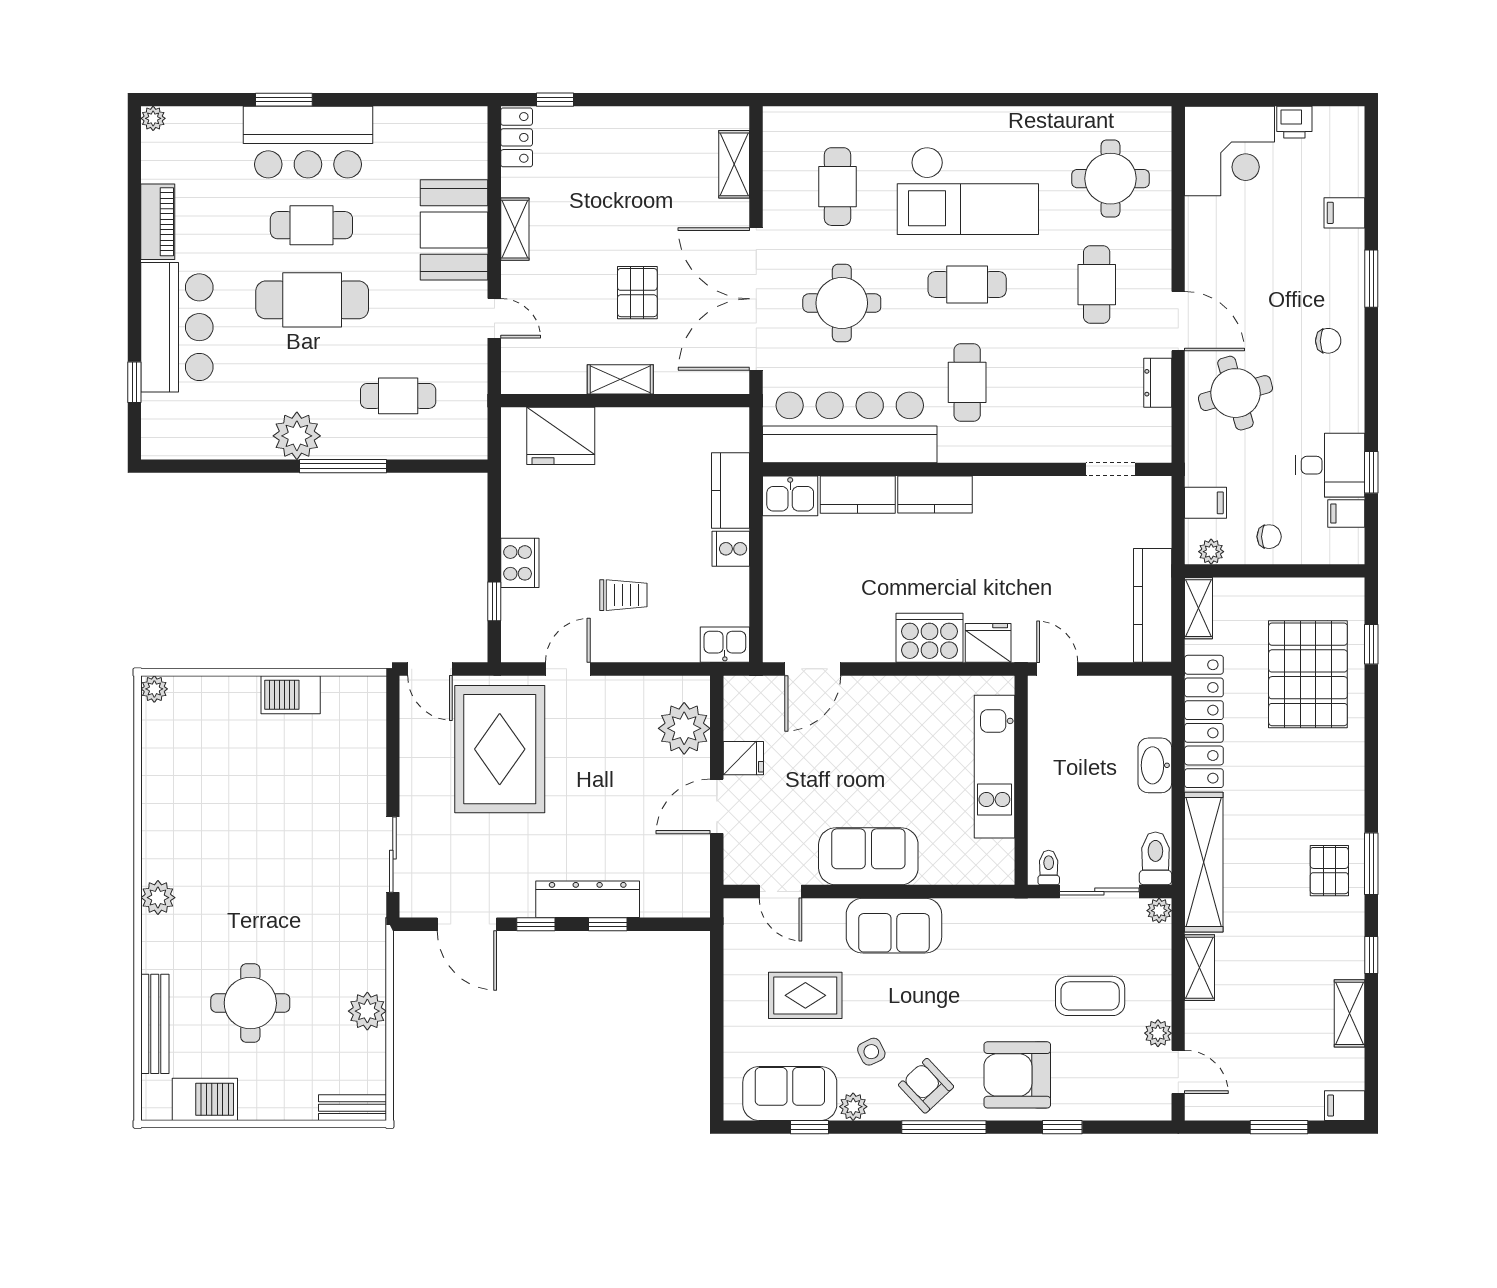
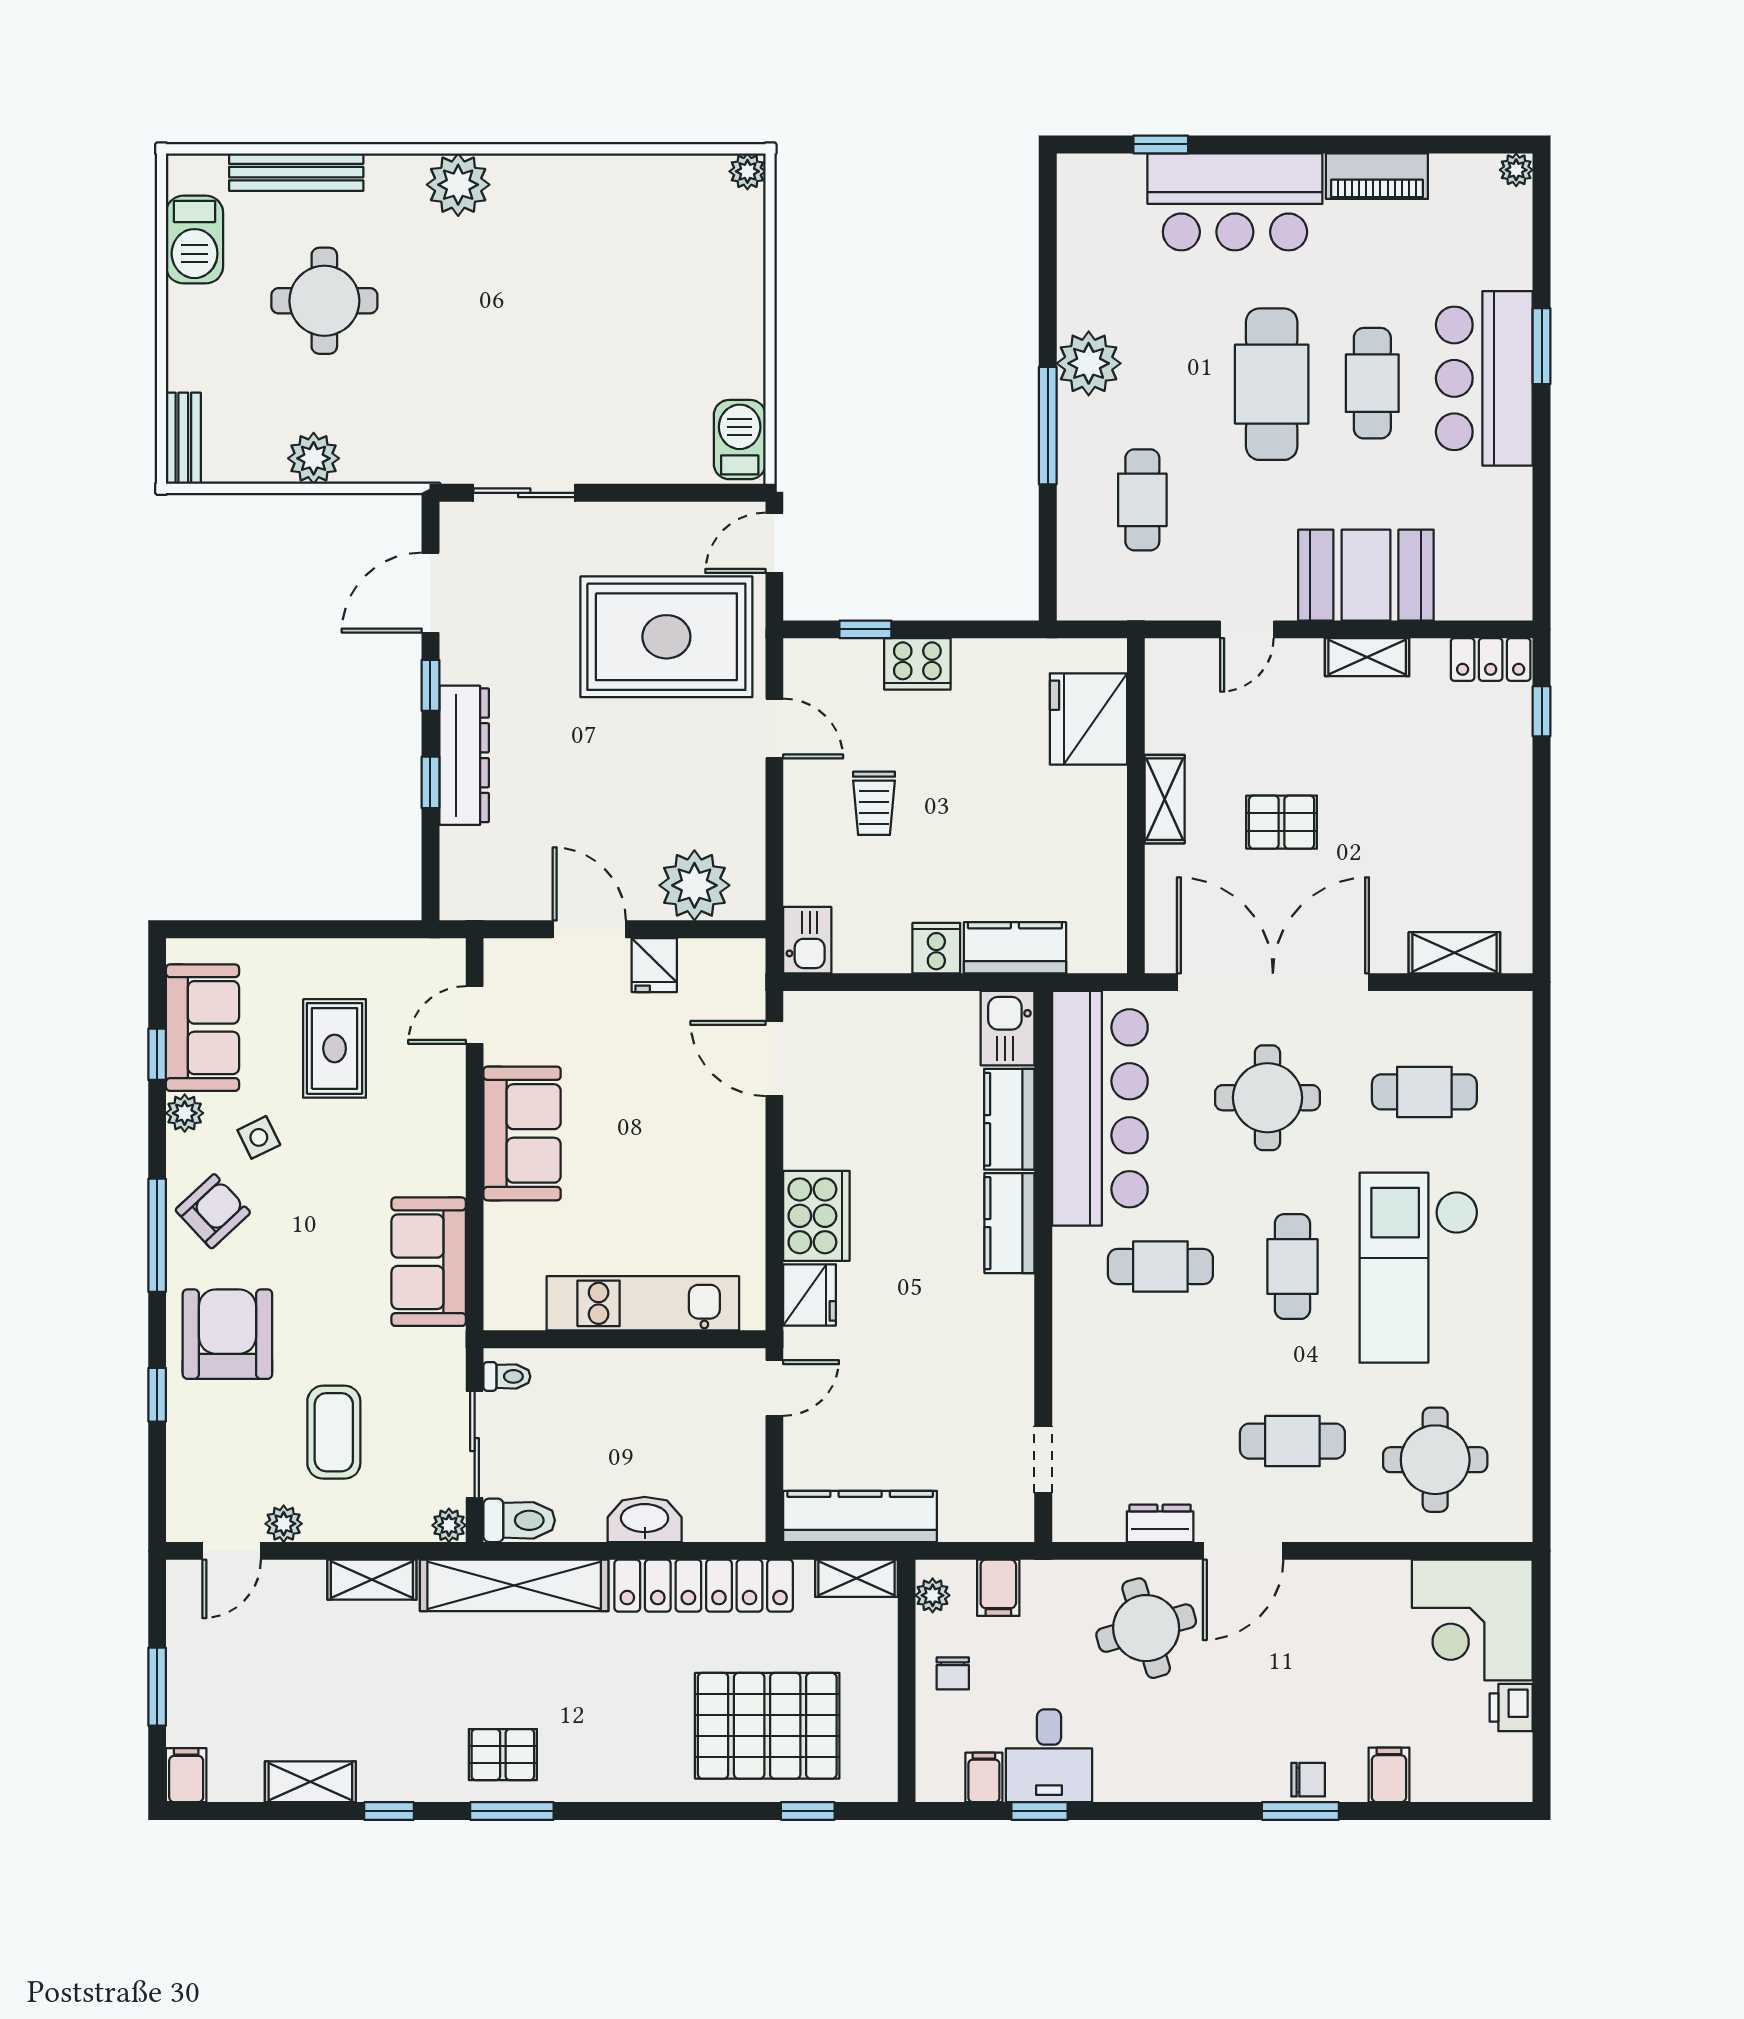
chair: (1328, 341) -> (1308, 1780), moved, turned -90
barbecue: (291, 695) -> (740, 440), moved
plant: (158, 898) -> (458, 185), width x1.36, depth x1.36
sofa: (894, 926) -> (429, 1262), moved

